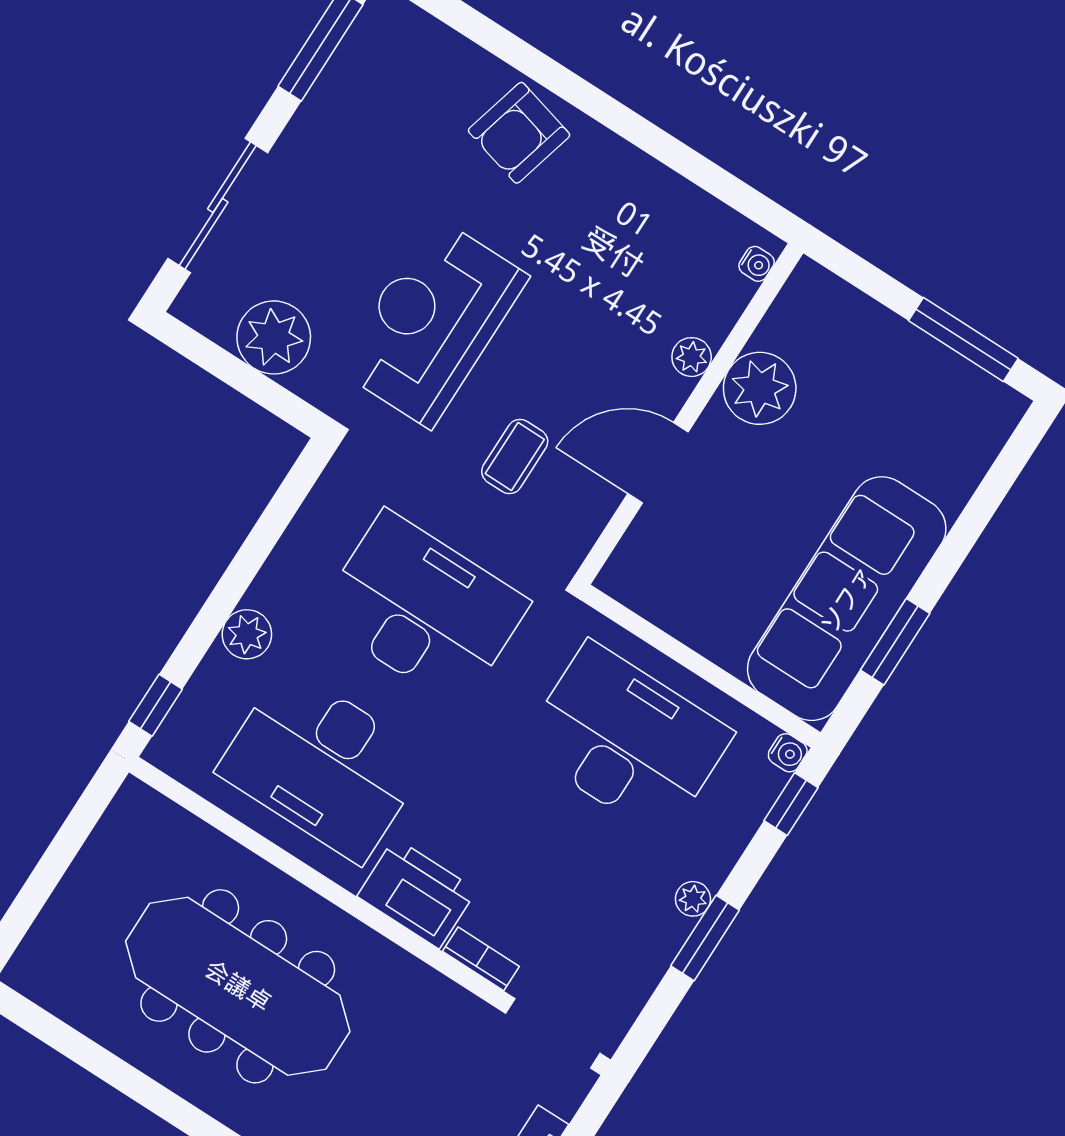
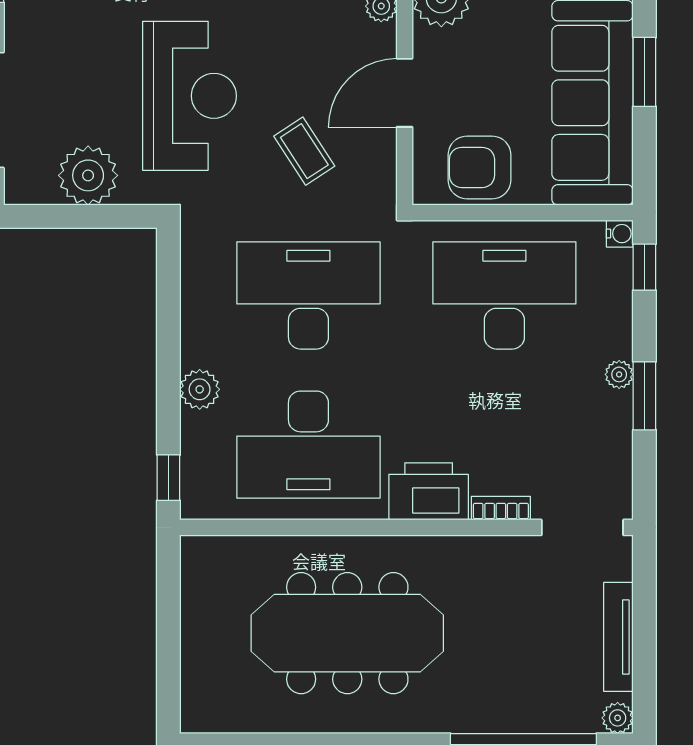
reception desk: (432, 322) -> (189, 96), turned 180
coffee table: (515, 456) -> (304, 151), turned -33
armchair: (686, 590) -> (479, 167), added
window: (895, 642) -> (644, 72), moved

